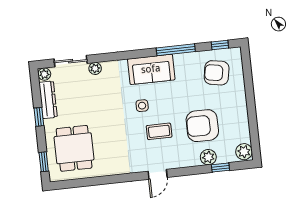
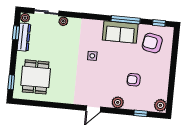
sofa: (151, 69) -> (120, 32), moved
window: (39, 117) -> (16, 33), moved
armchair: (202, 126) -> (134, 80), width x0.53, depth x0.53
coffee table: (159, 131) -> (101, 77), removed
plant: (208, 157) -> (118, 102), moved

